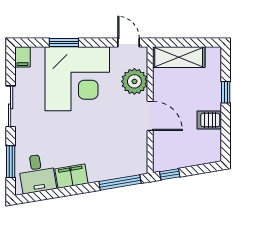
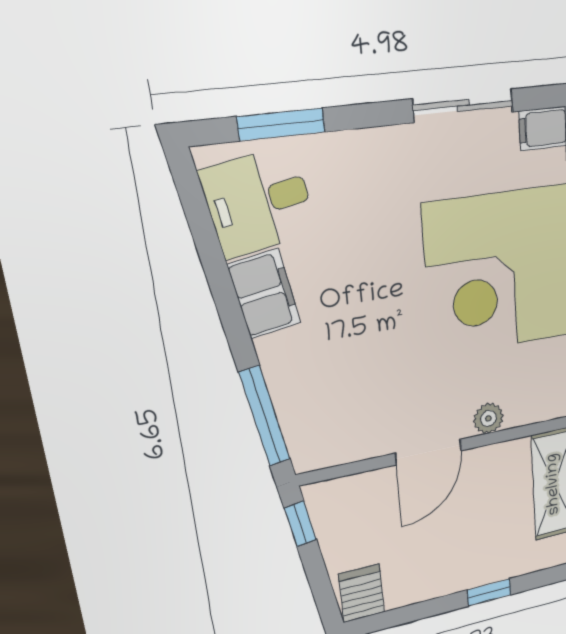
plant: (134, 81) -> (488, 418), width x0.53, depth x0.53
sliding door: (11, 106) -> (463, 106), moved
server rack: (209, 120) -> (362, 593), moved

